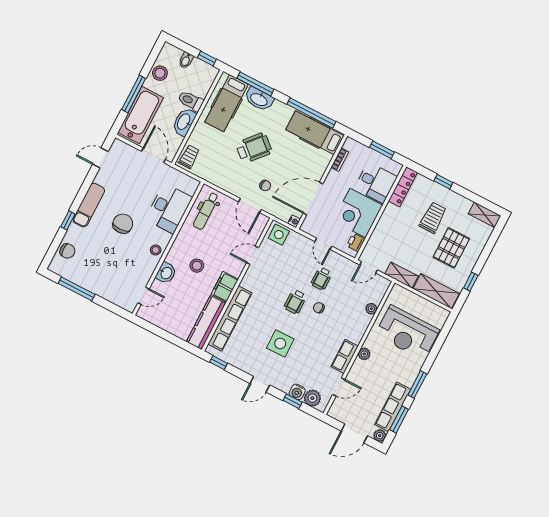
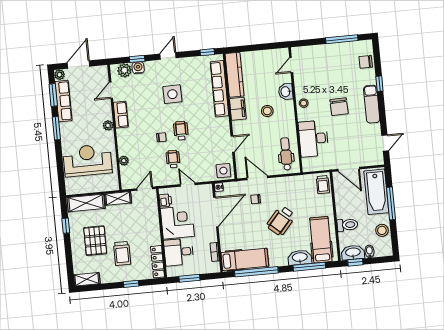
washbasin: (184, 122) -> (353, 253), moved, turned -90

